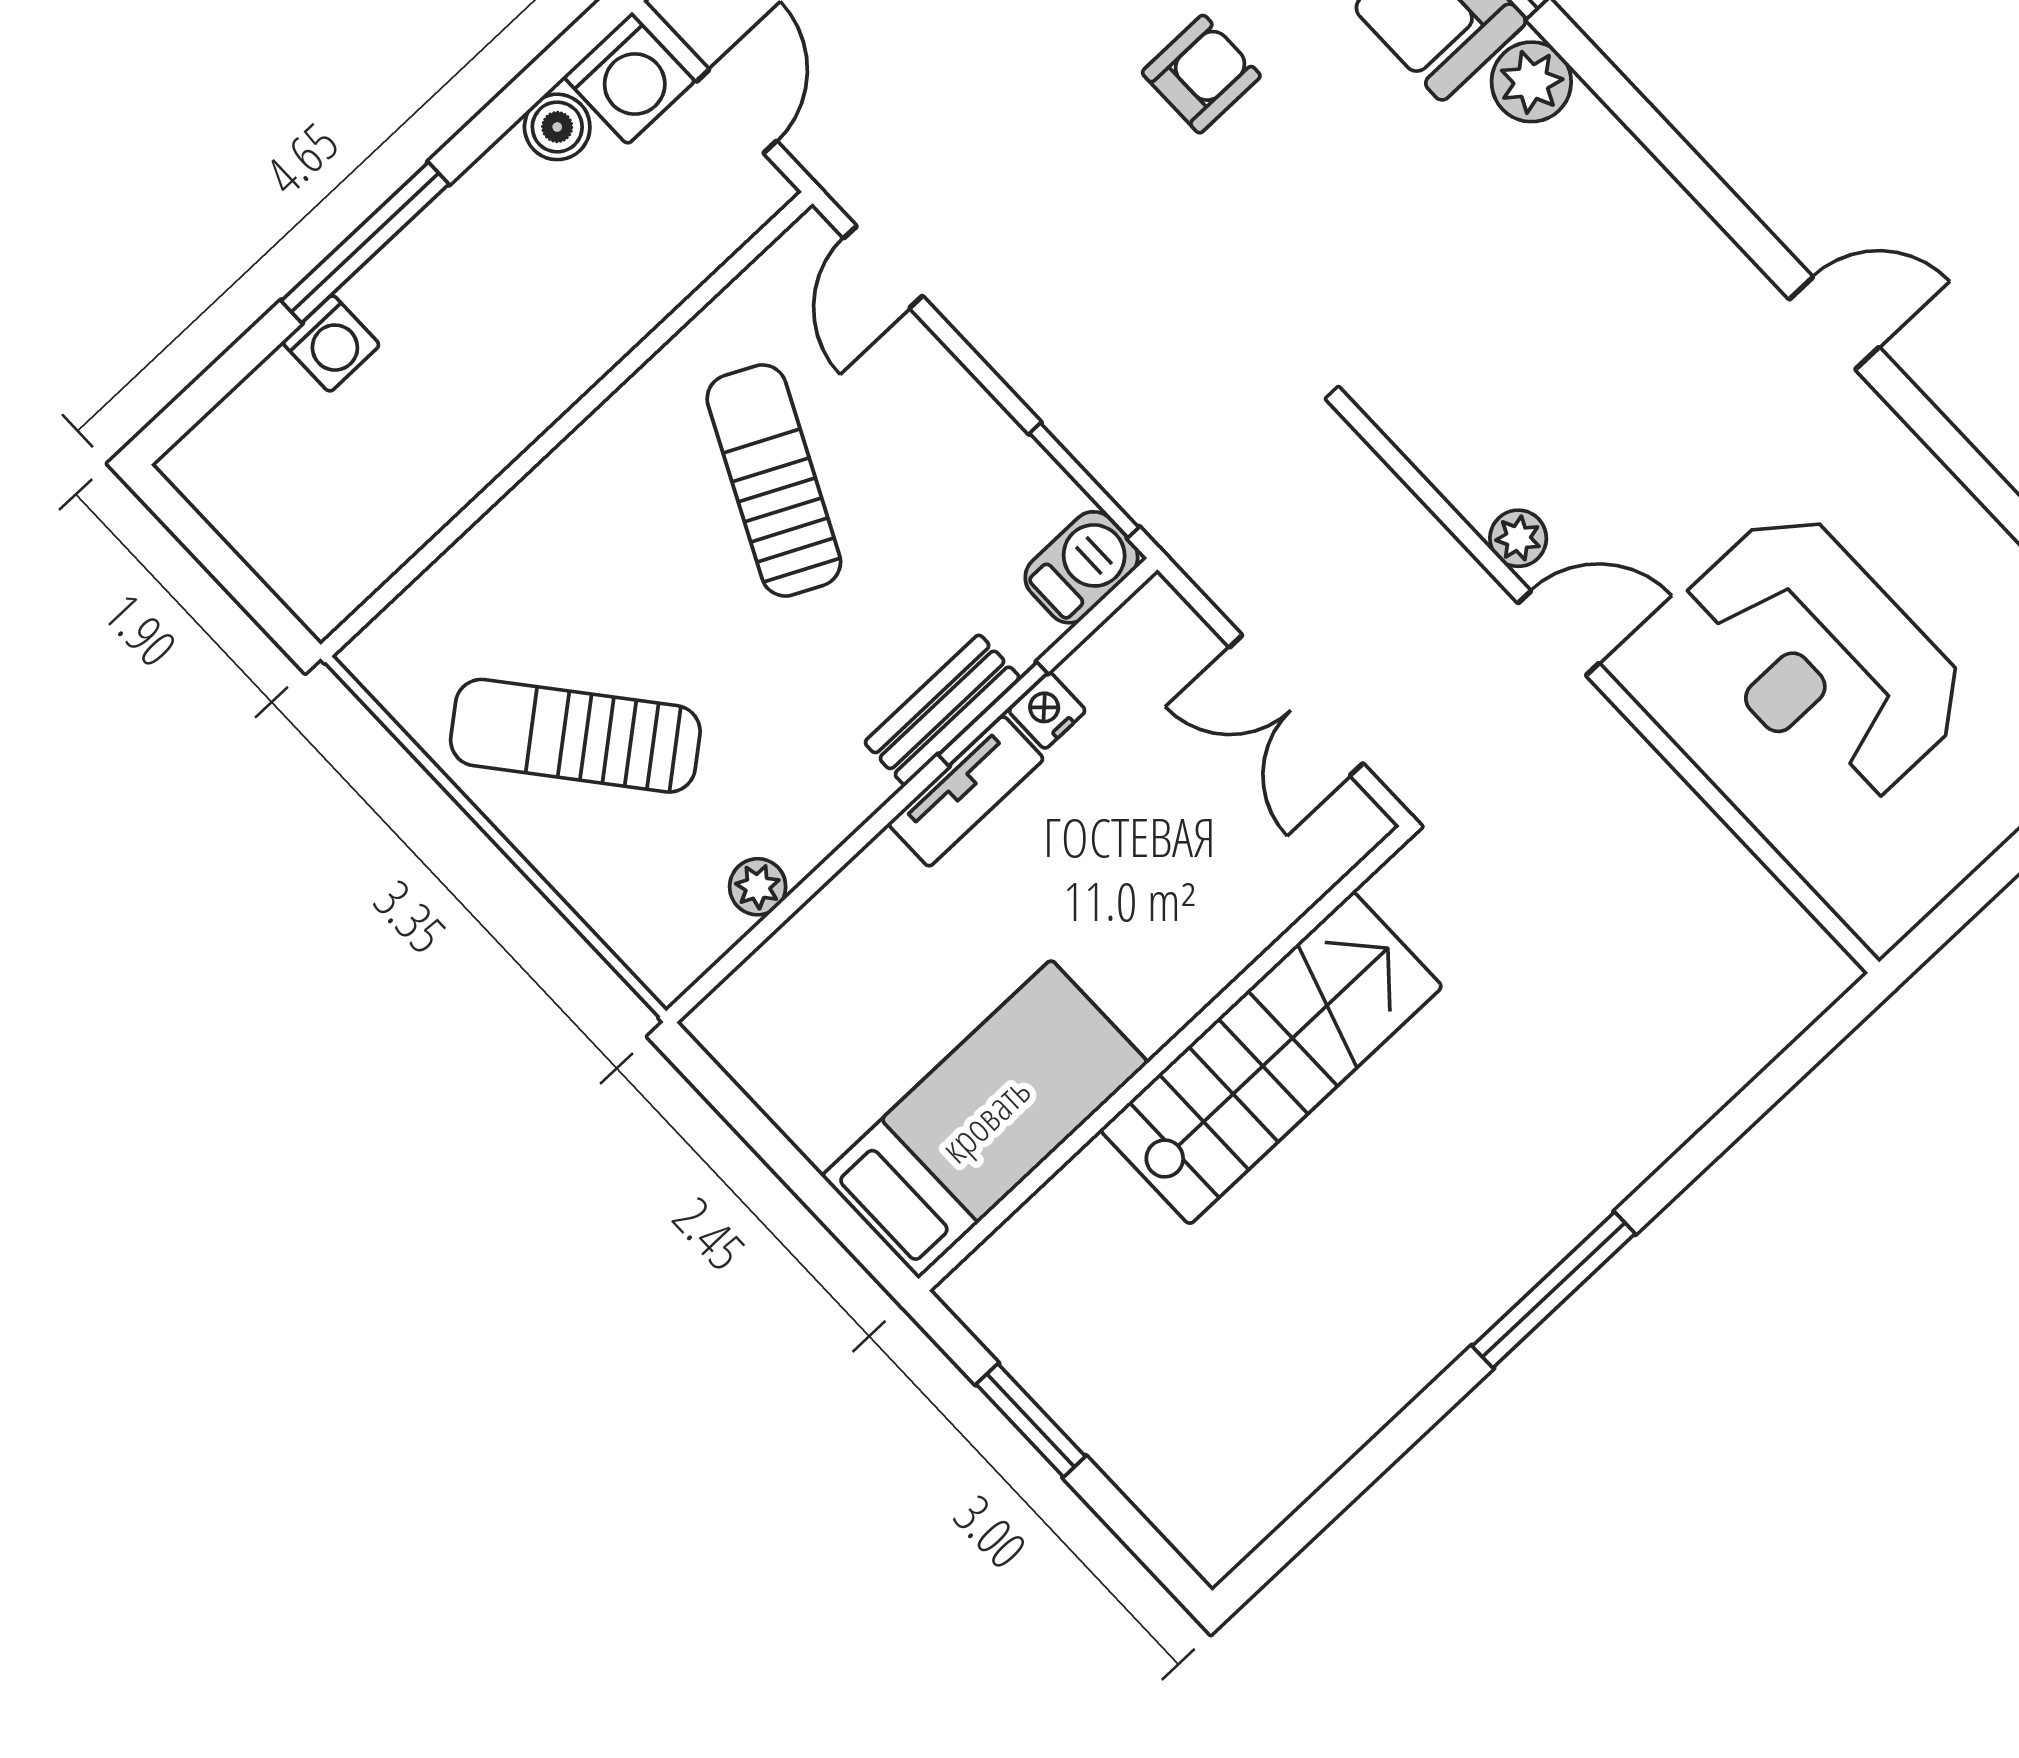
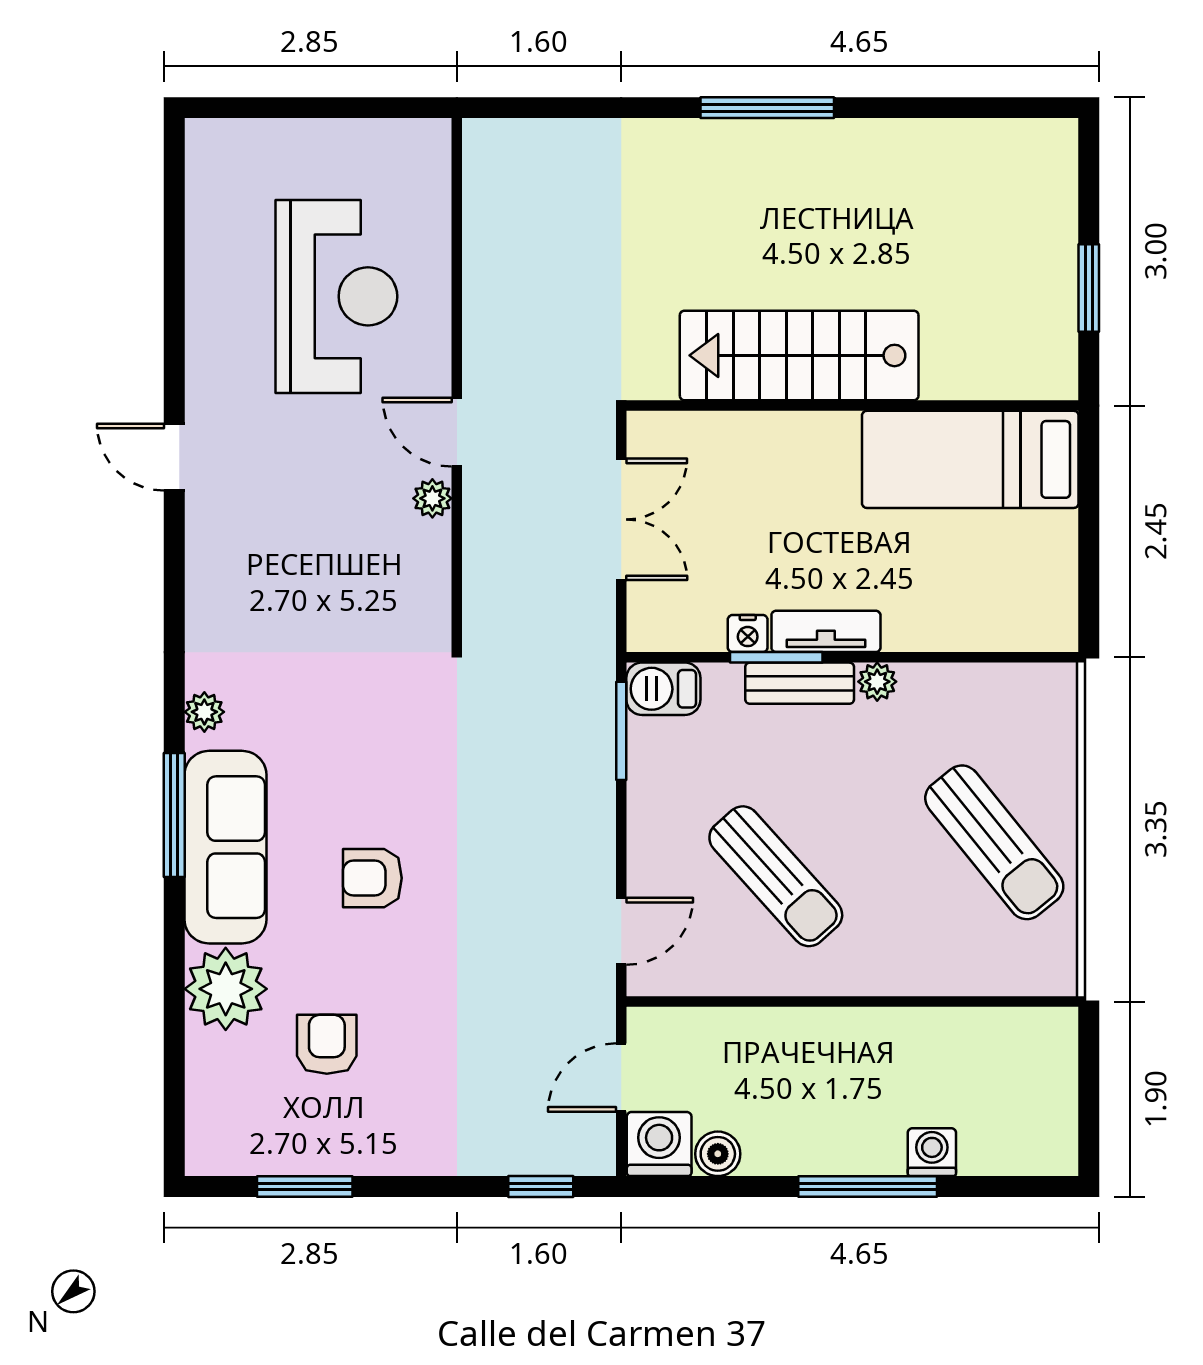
plant: (1531, 82) -> (204, 712), width x0.73, depth x0.73
sun lounger: (774, 480) -> (776, 876), turned -68
plant: (758, 887) -> (877, 682), moved

